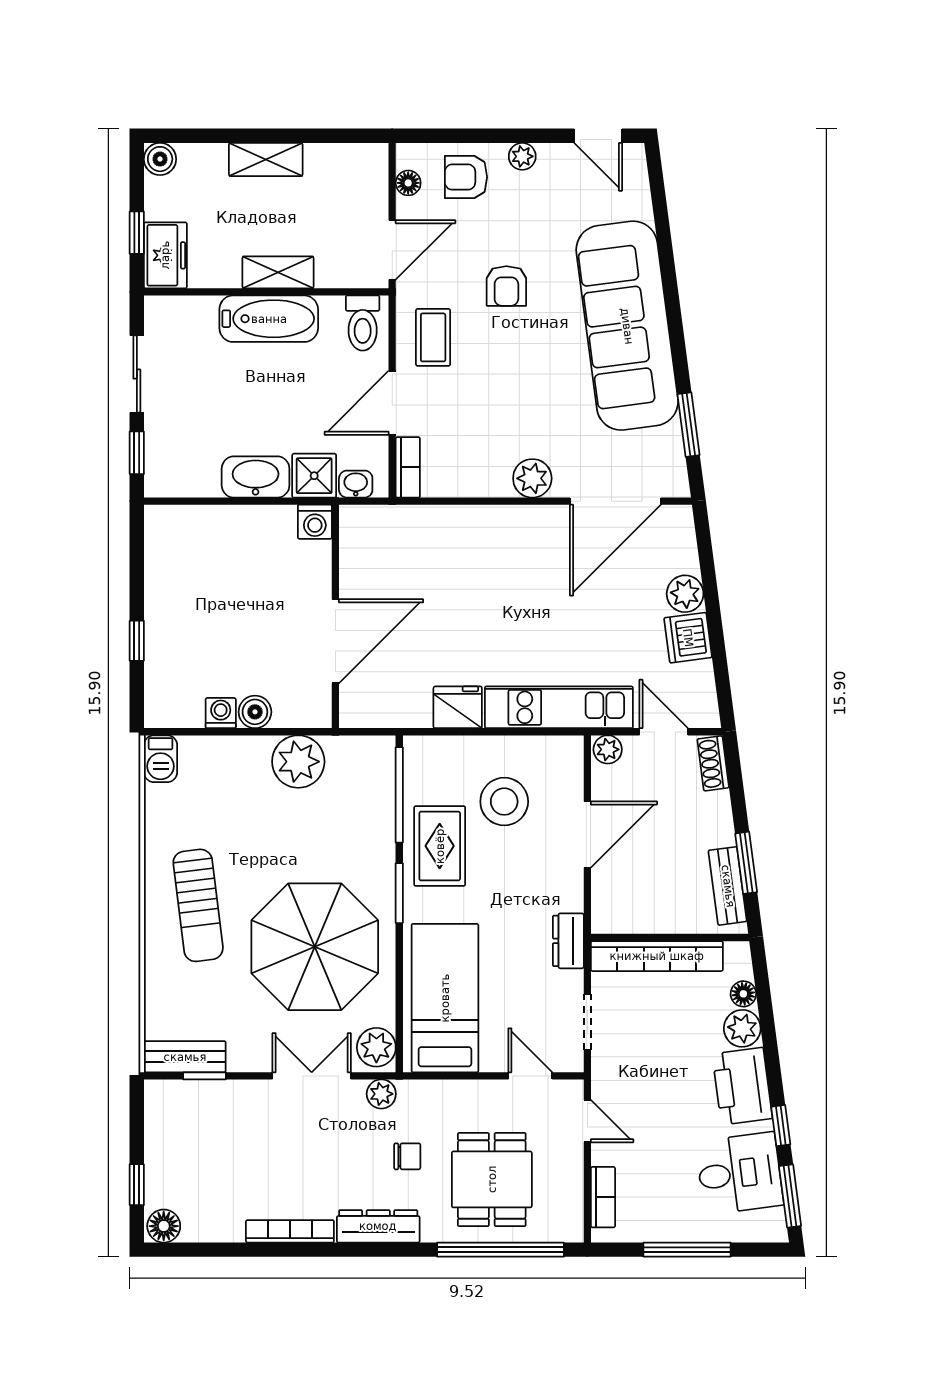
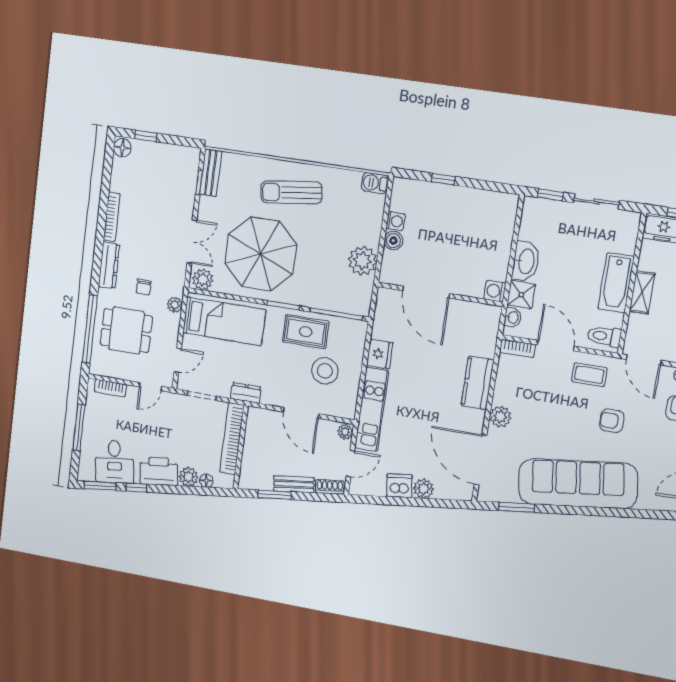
kitchen counter: (480, 527) -> (477, 383), added
bench: (728, 886) -> (294, 484), moved
plant: (381, 1094) -> (175, 305), moved

